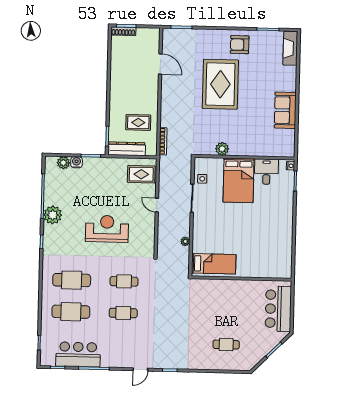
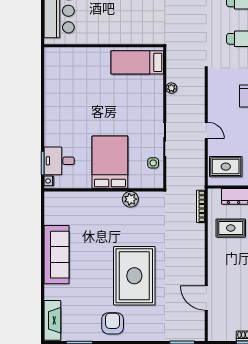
armchair: (240, 45) -> (113, 323), turned -90
sofa: (285, 110) -> (56, 255), width x1.36
desk: (266, 172) -> (59, 161), moved, turned 90

